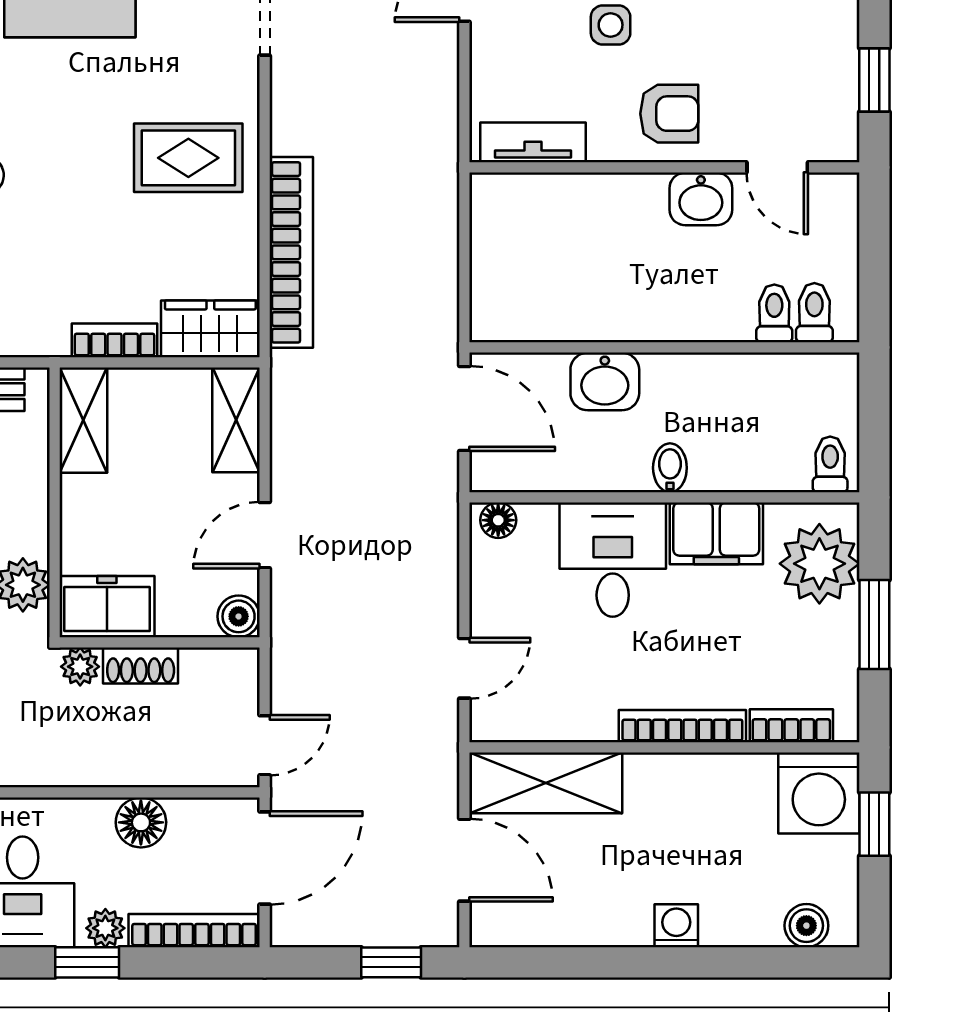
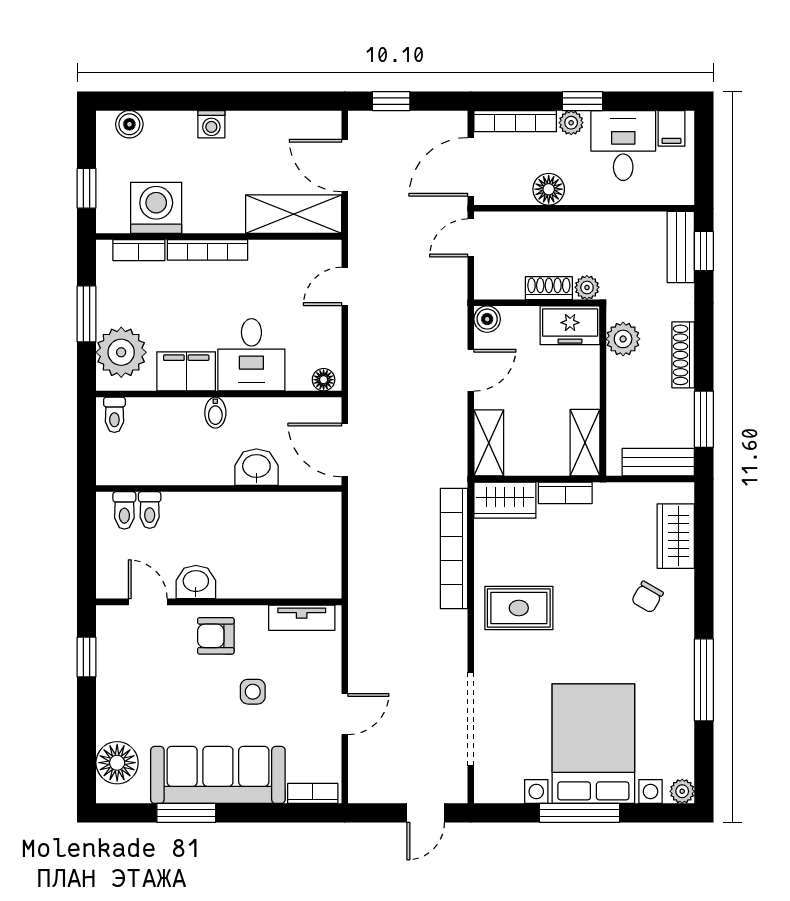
washing machine: (819, 793) -> (156, 208), moved

